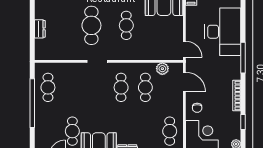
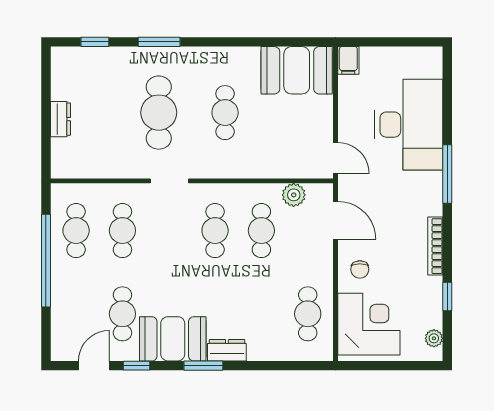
cafe table: (72, 87) -> (122, 231), added

